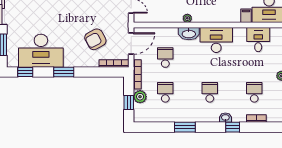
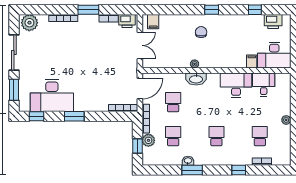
armchair: (95, 39) -> (105, 84), removed
desk: (216, 40) -> (236, 85), moved
washbasin: (225, 118) -> (188, 161), moved

